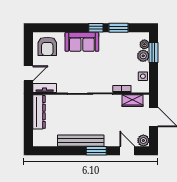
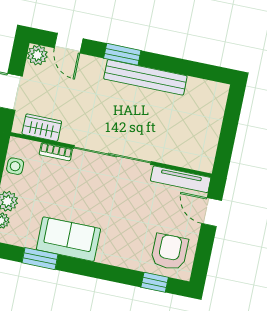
window: (96, 28) -> (155, 282), moved
sofa: (82, 42) -> (68, 239), moved
door: (28, 73) -> (212, 212), hinge flipped
tv unit: (45, 88) -> (181, 179), width x1.41
dresser: (39, 112) -> (207, 142), removed

